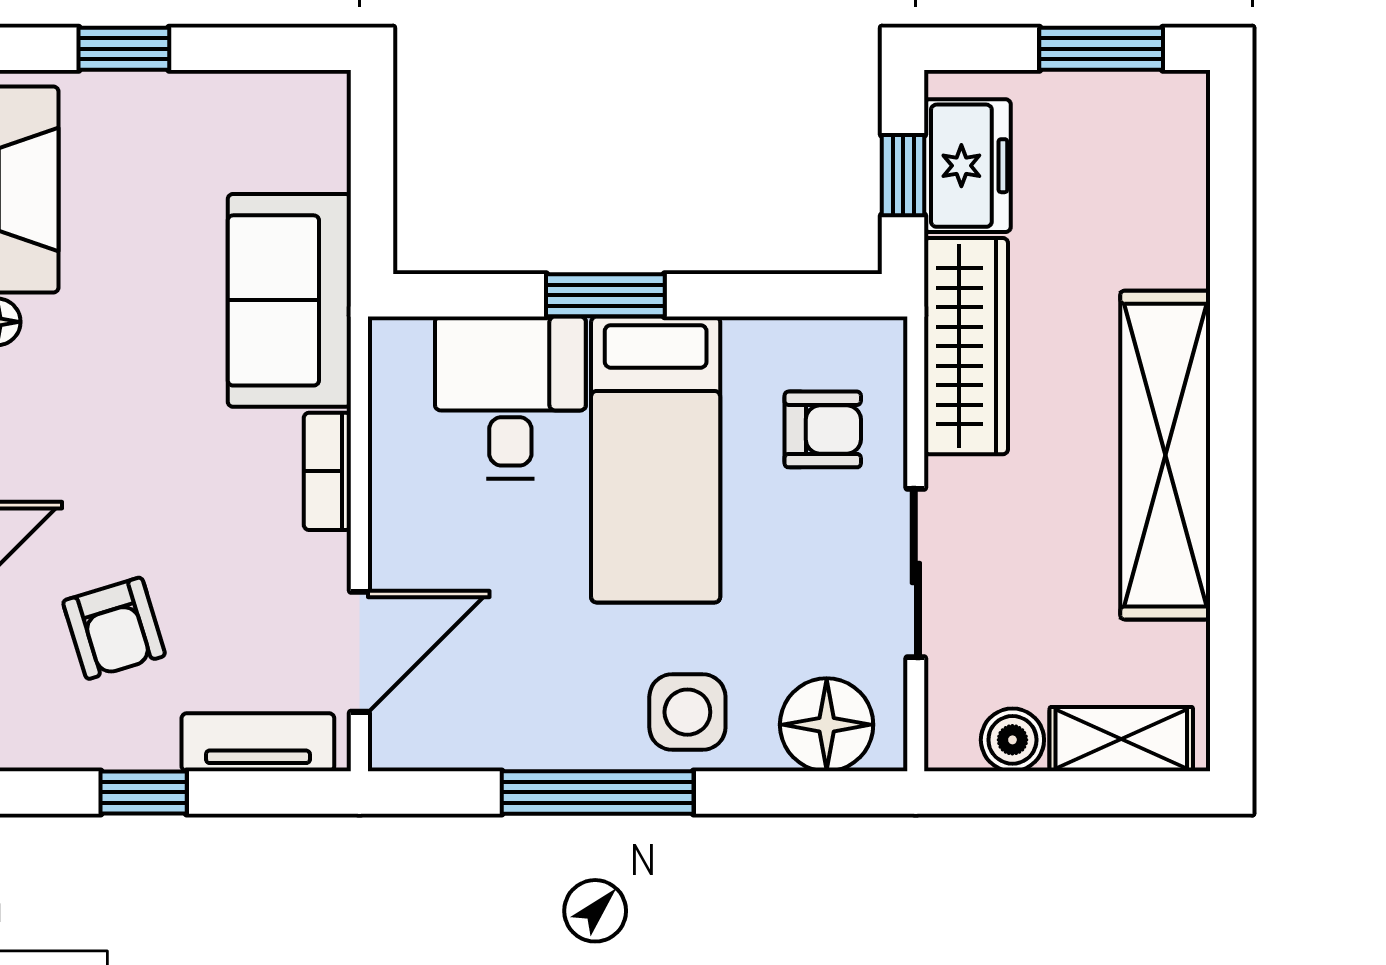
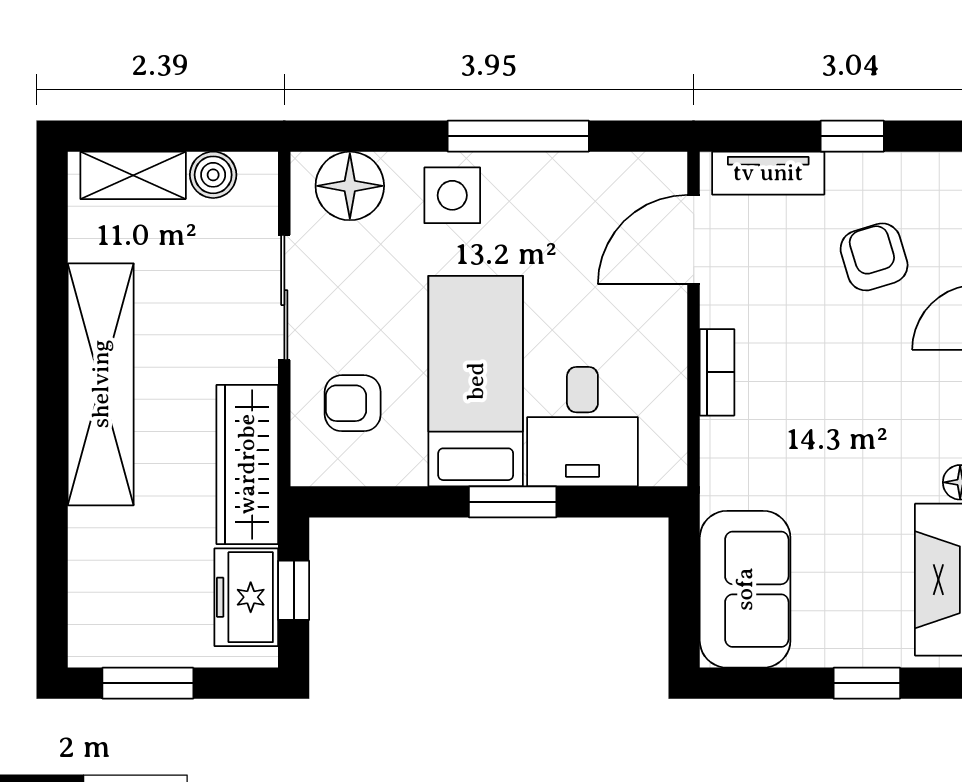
sofa: (289, 300) -> (745, 589), moved

